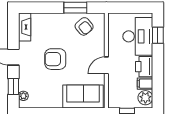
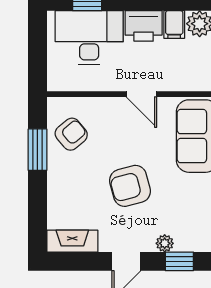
armchair: (55, 59) -> (130, 186), turned 75
plant: (23, 96) -> (165, 243), moved

